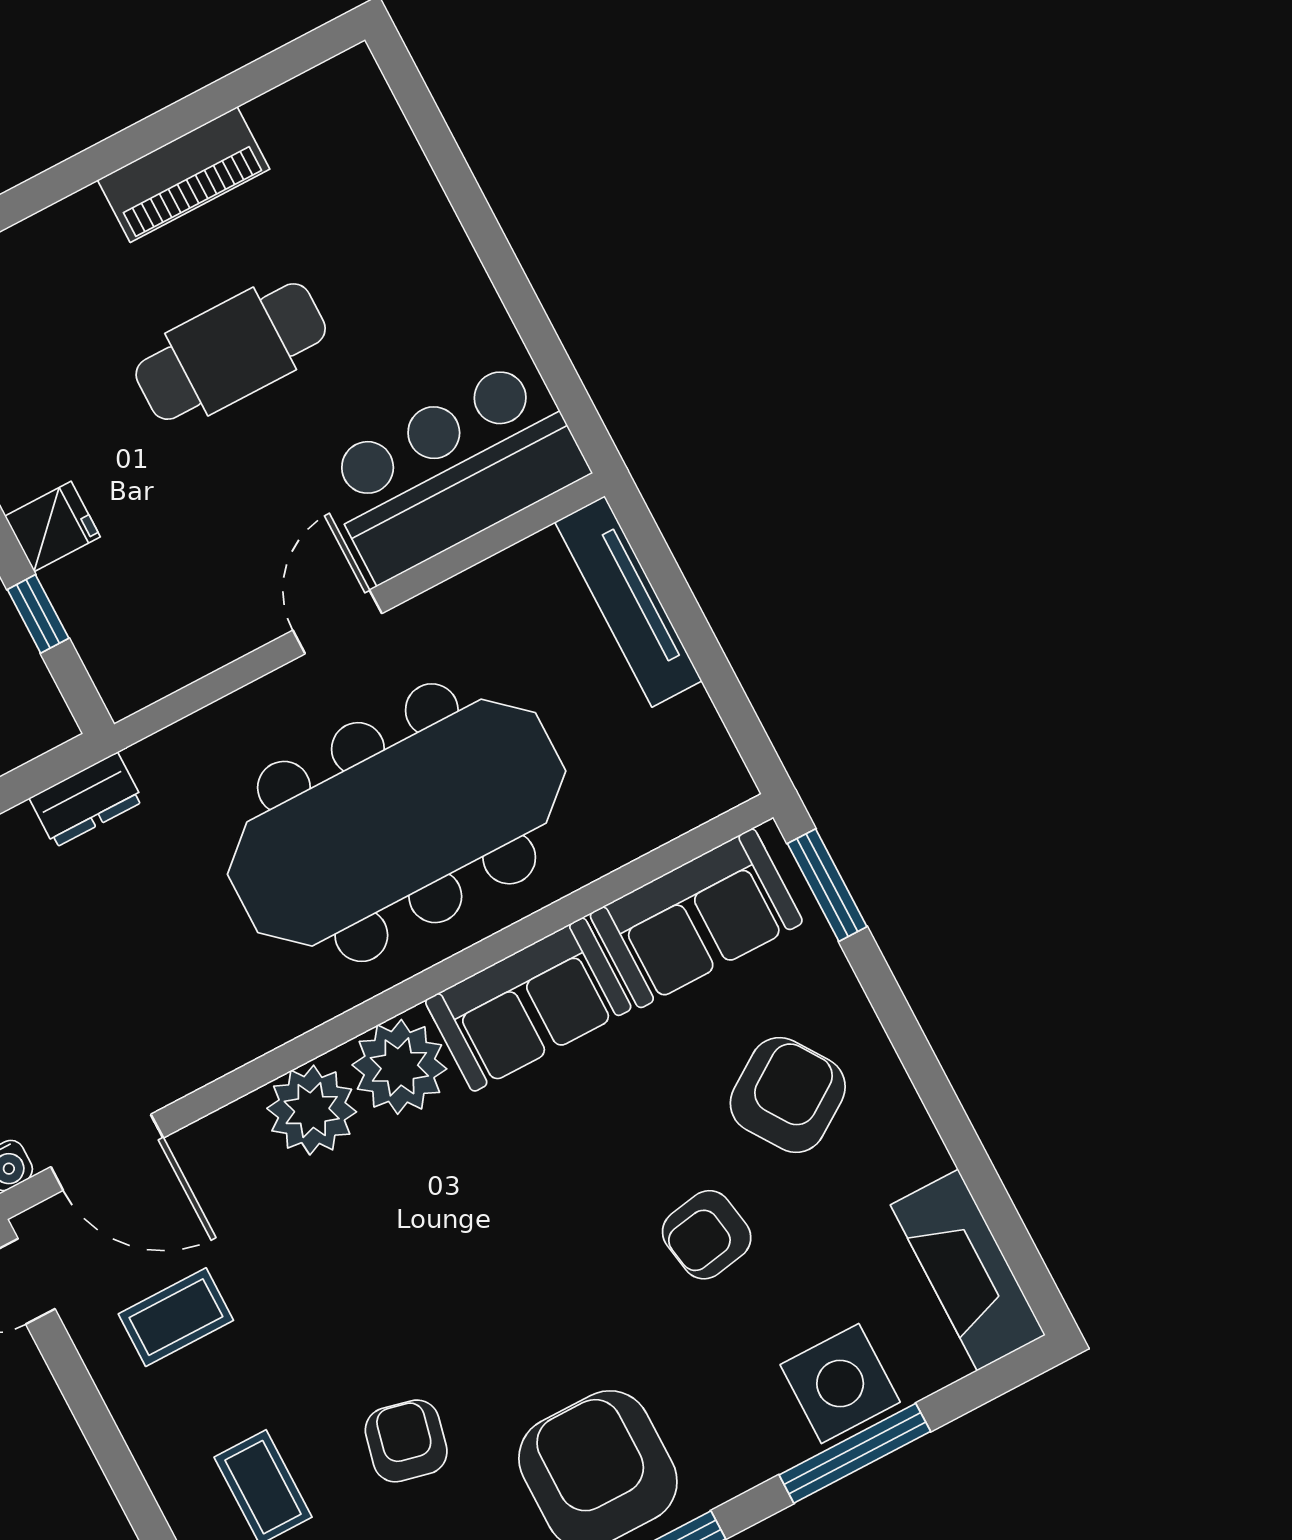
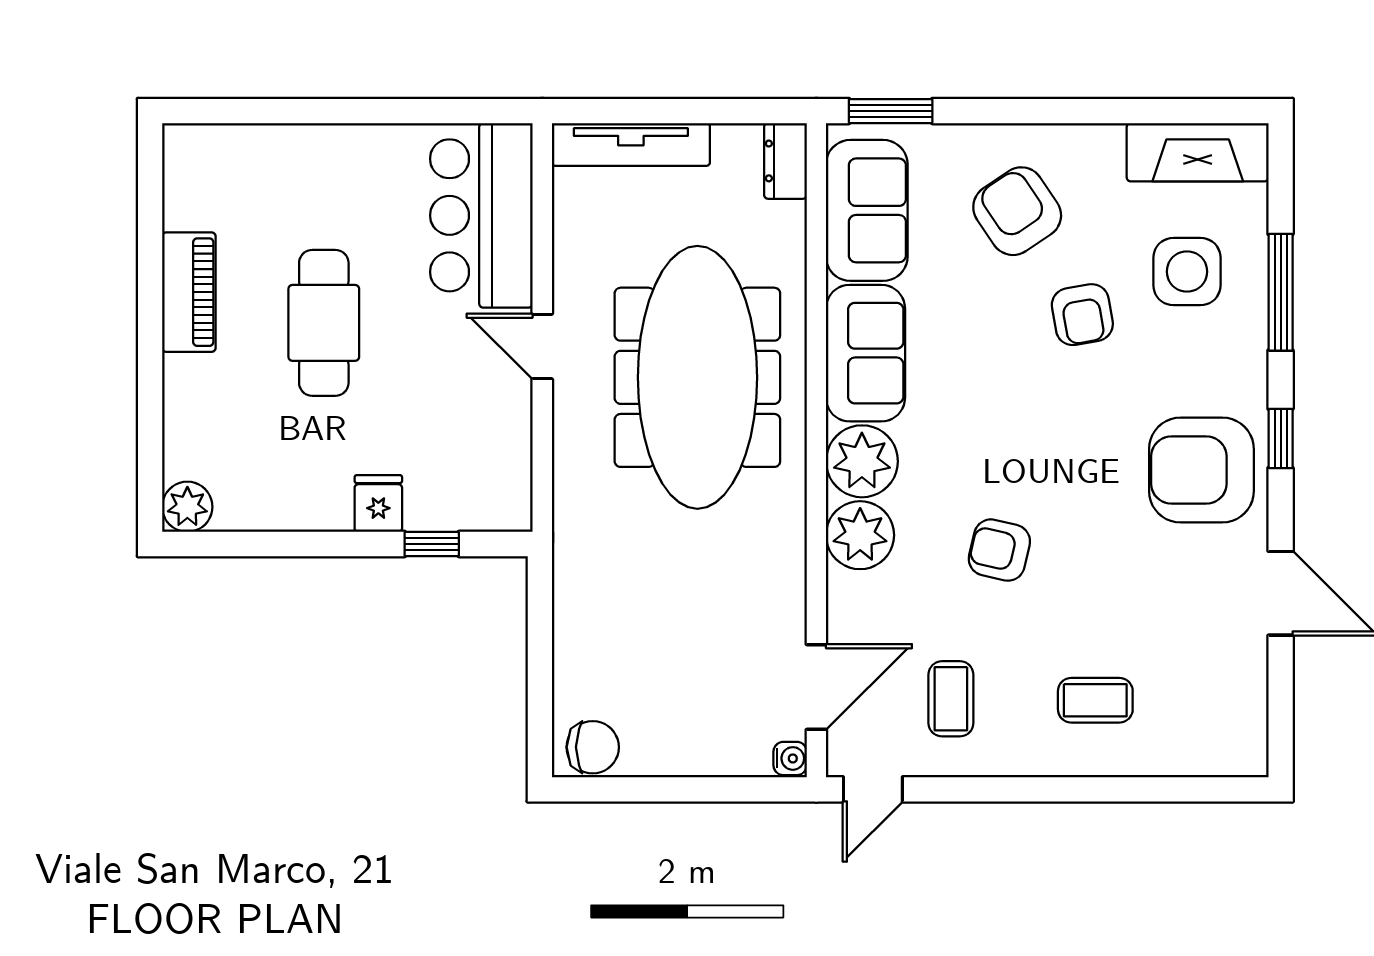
dresser: (86, 800) -> (785, 161), moved, turned 180
side table: (840, 1383) -> (1187, 272), moved
armchair: (406, 1441) -> (999, 550), moved

